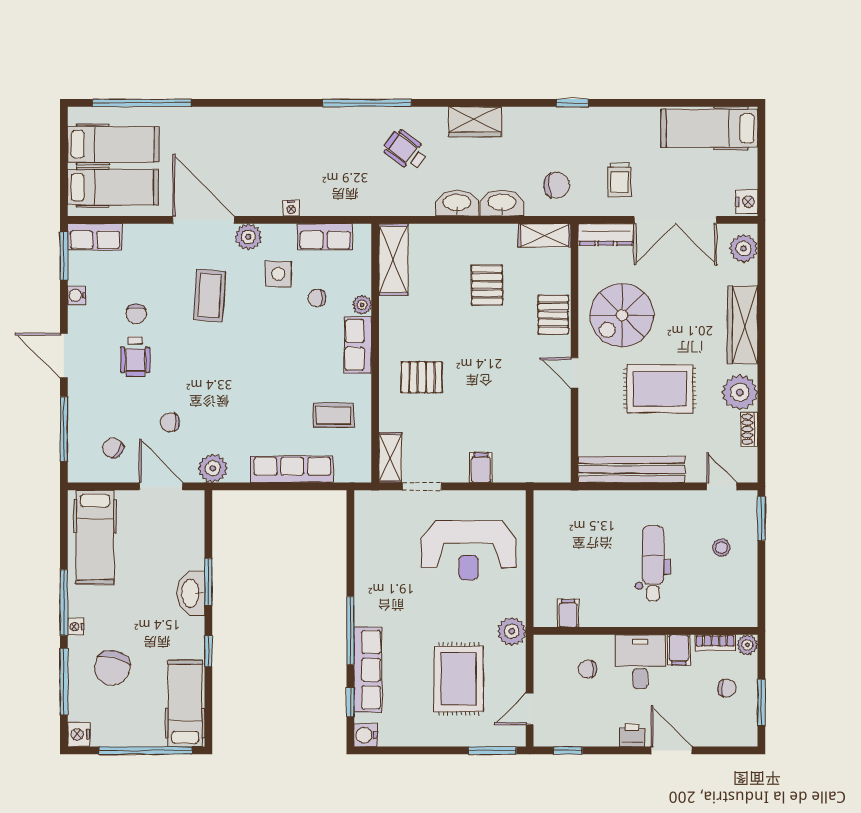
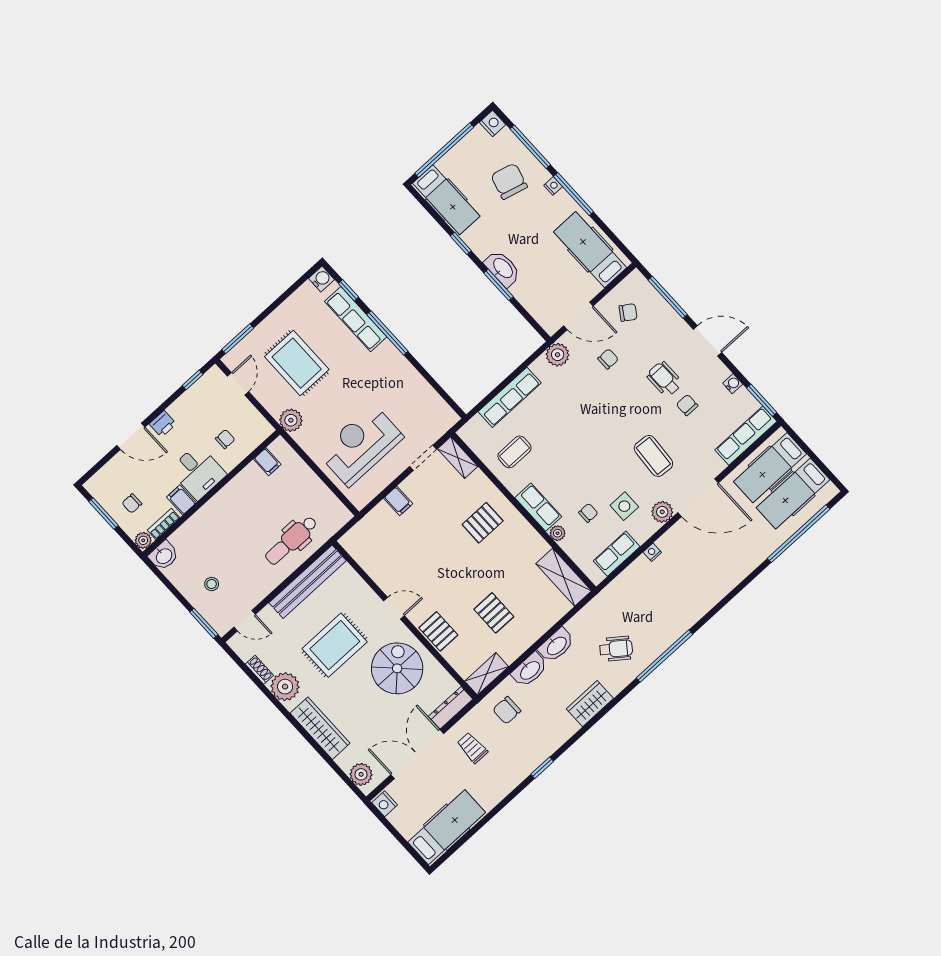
row of seats: (95, 237) -> (746, 436), width x1.48
dental chair: (653, 563) -> (291, 540), moved, turned 90
washbasin: (742, 614) -> (164, 556), added

